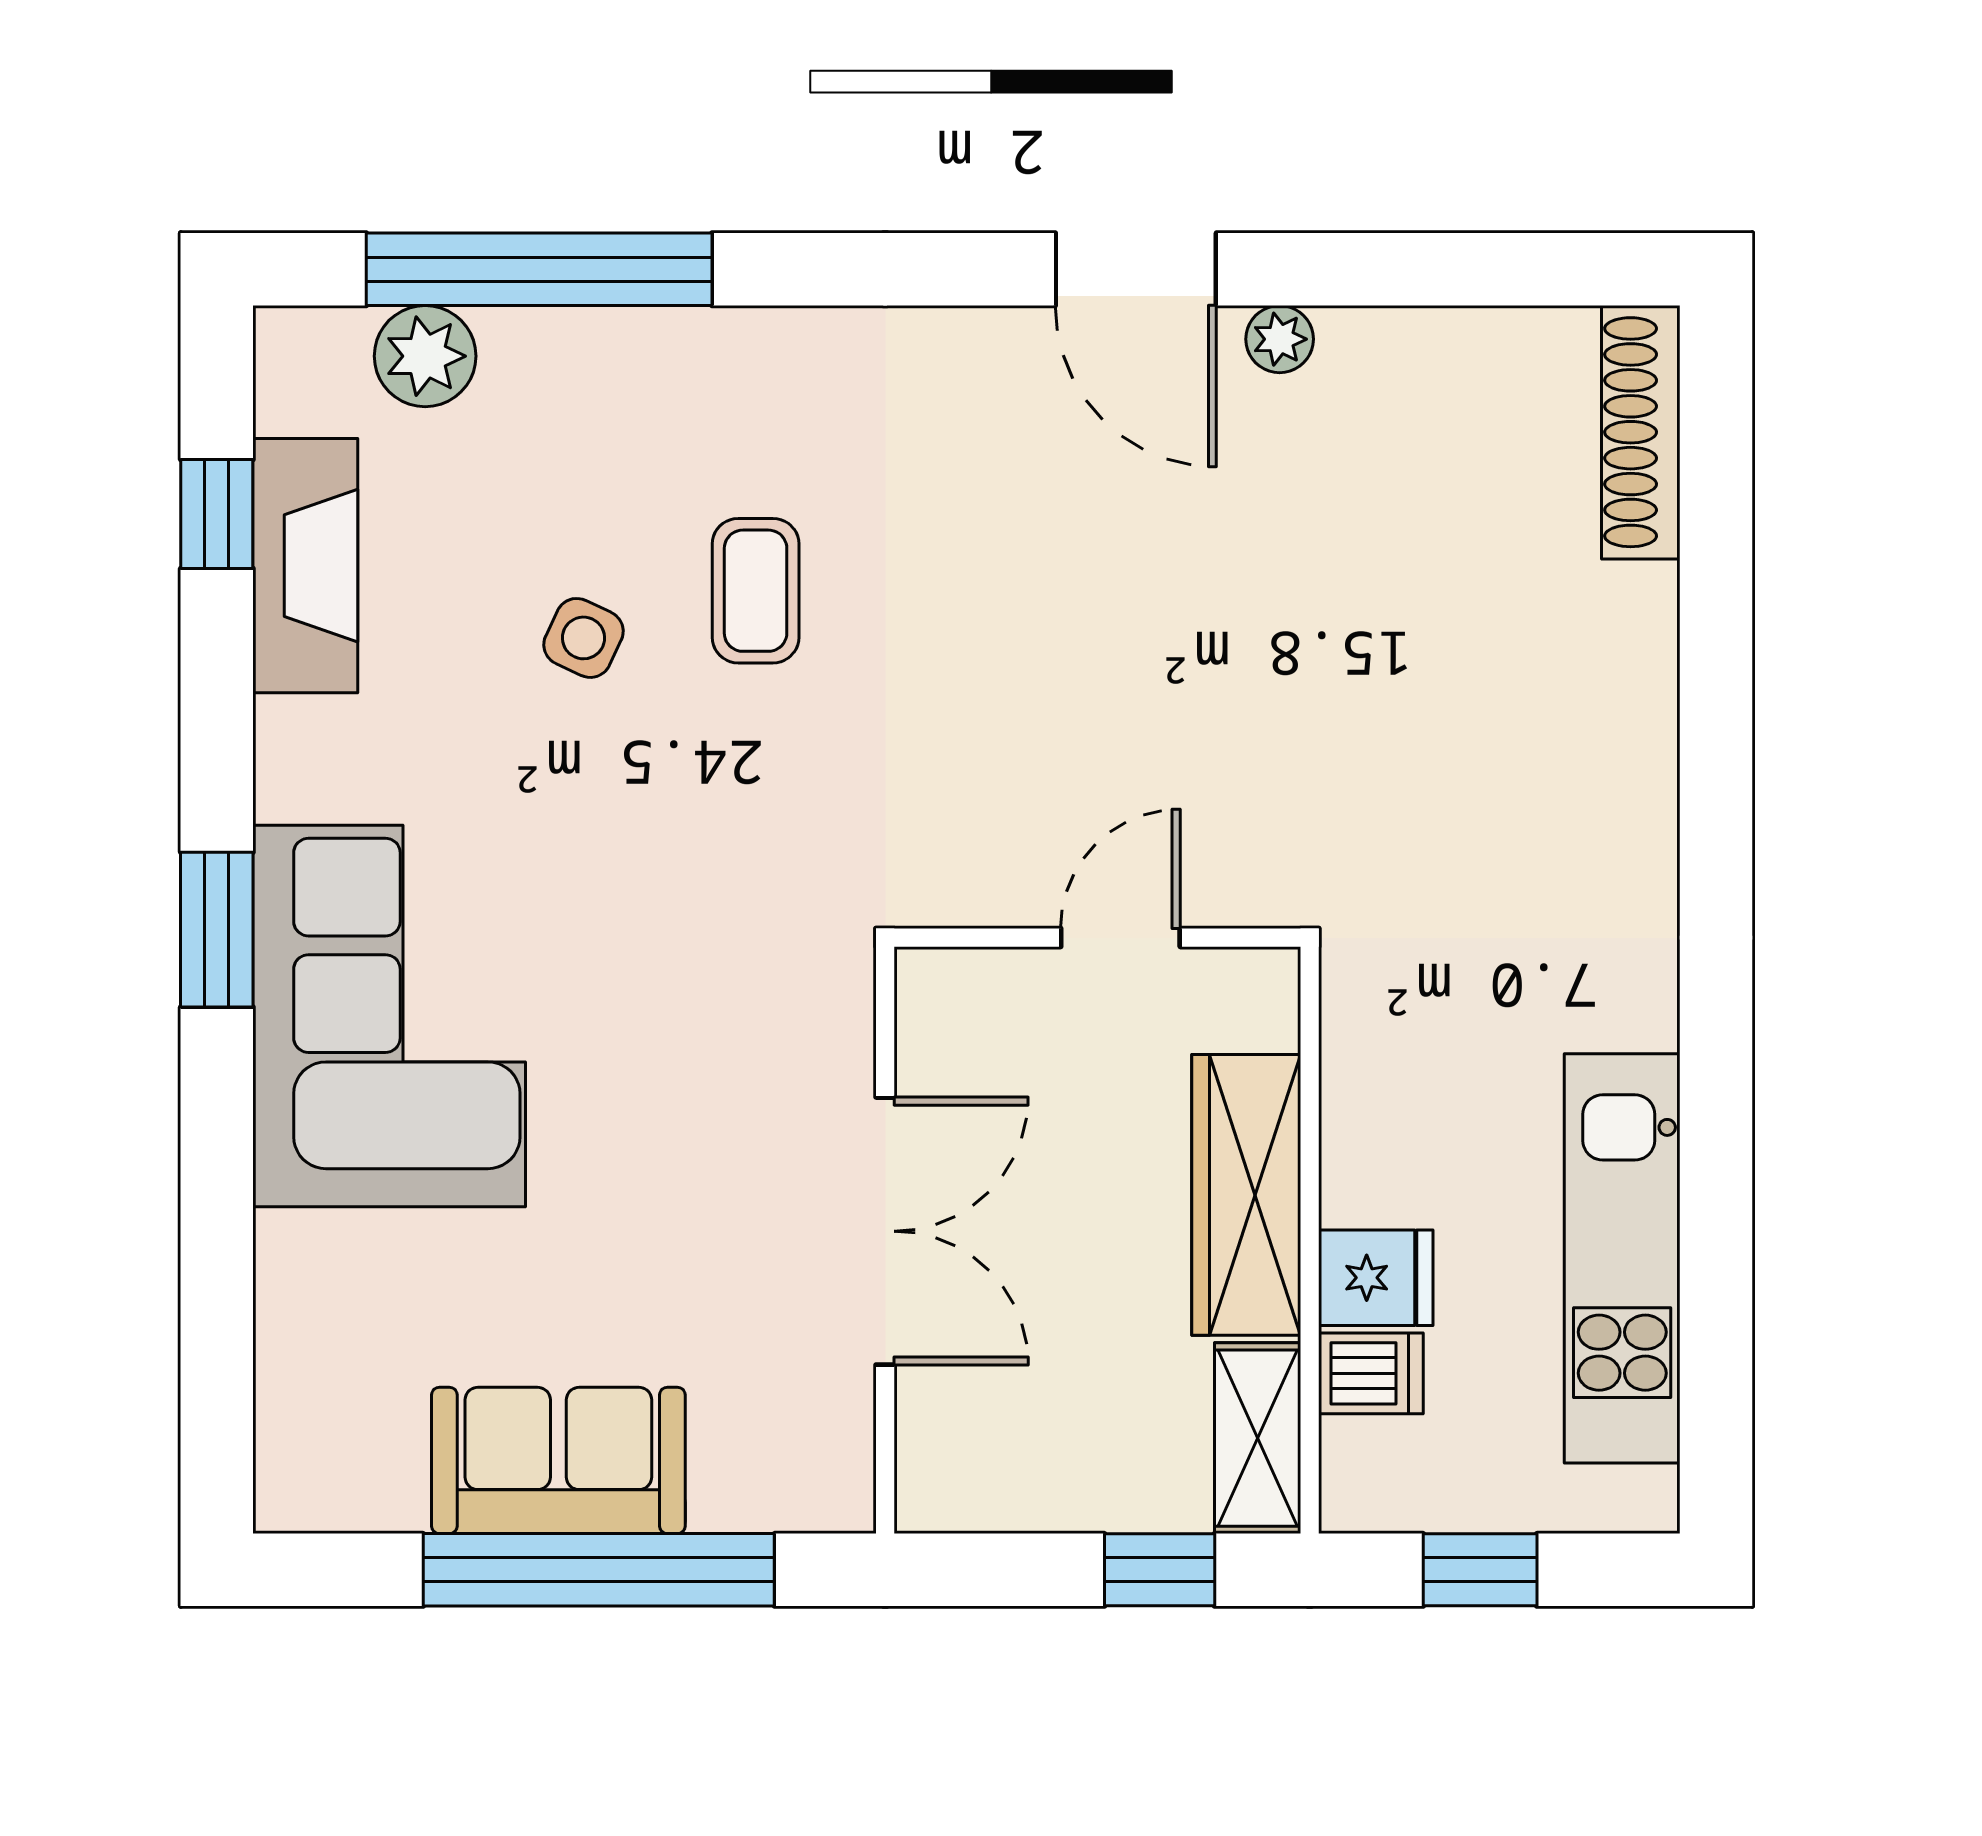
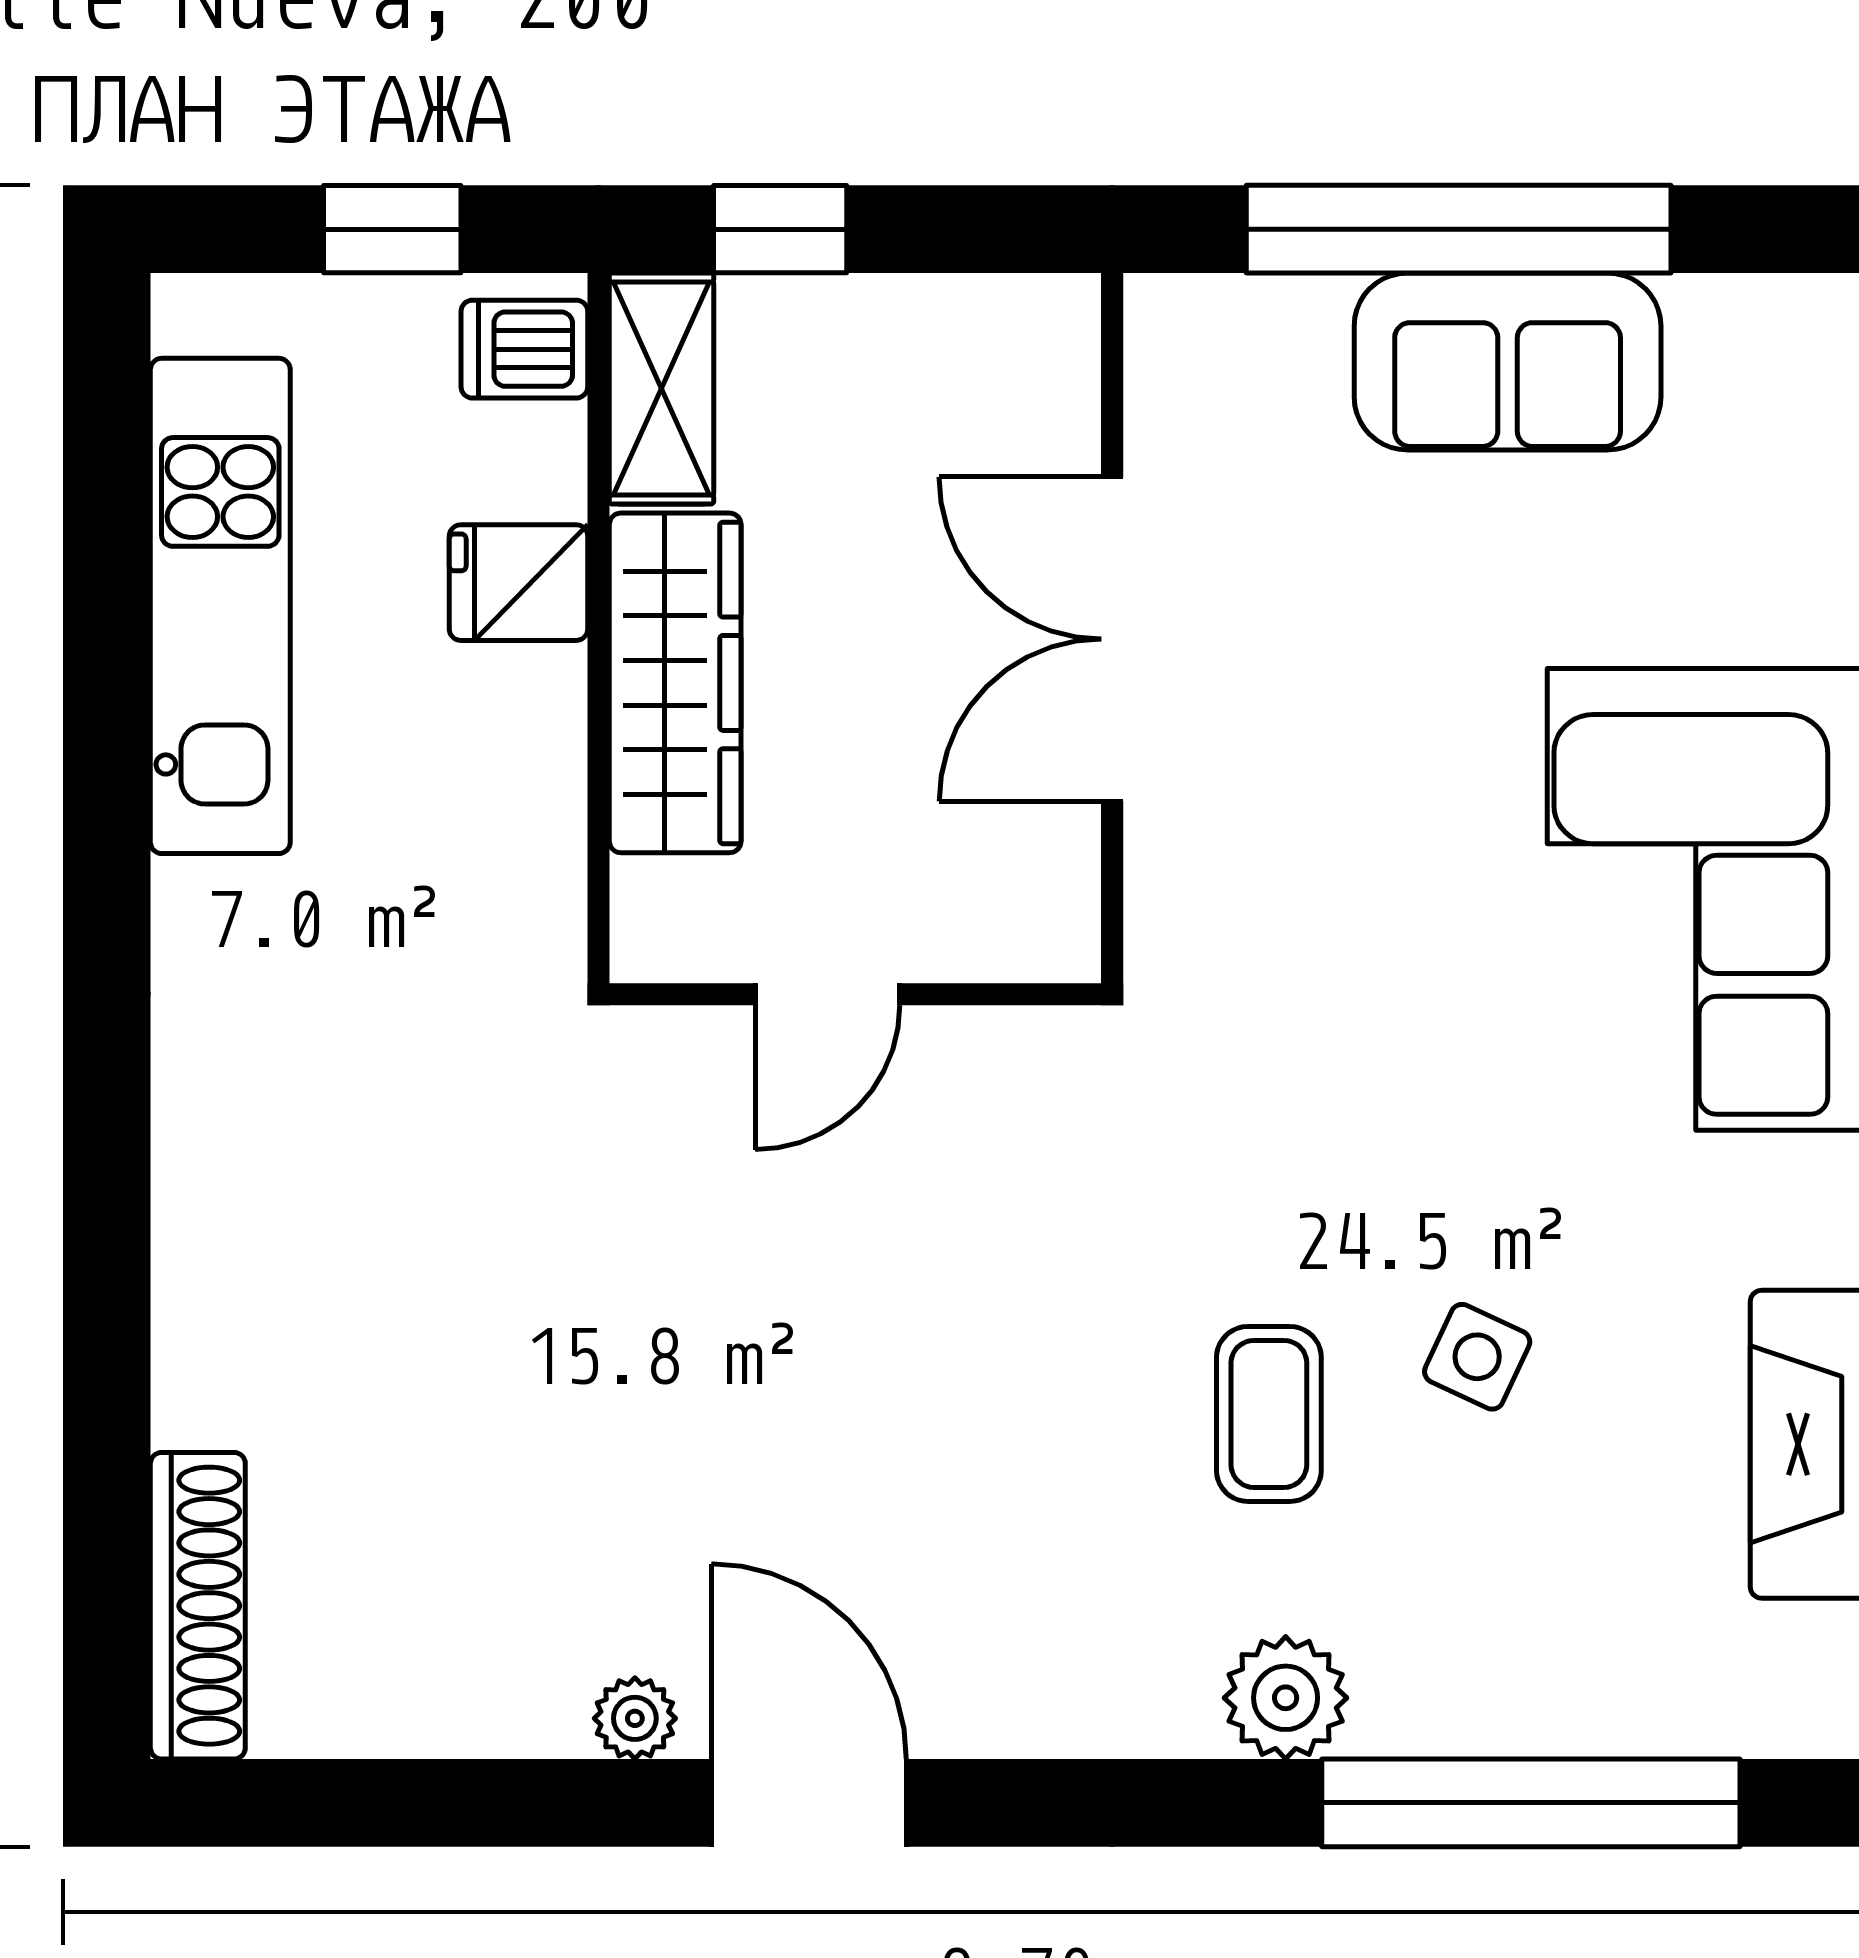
plant: (425, 356) -> (1286, 1698), moved
dishwasher: (1371, 1373) -> (524, 349), moved

